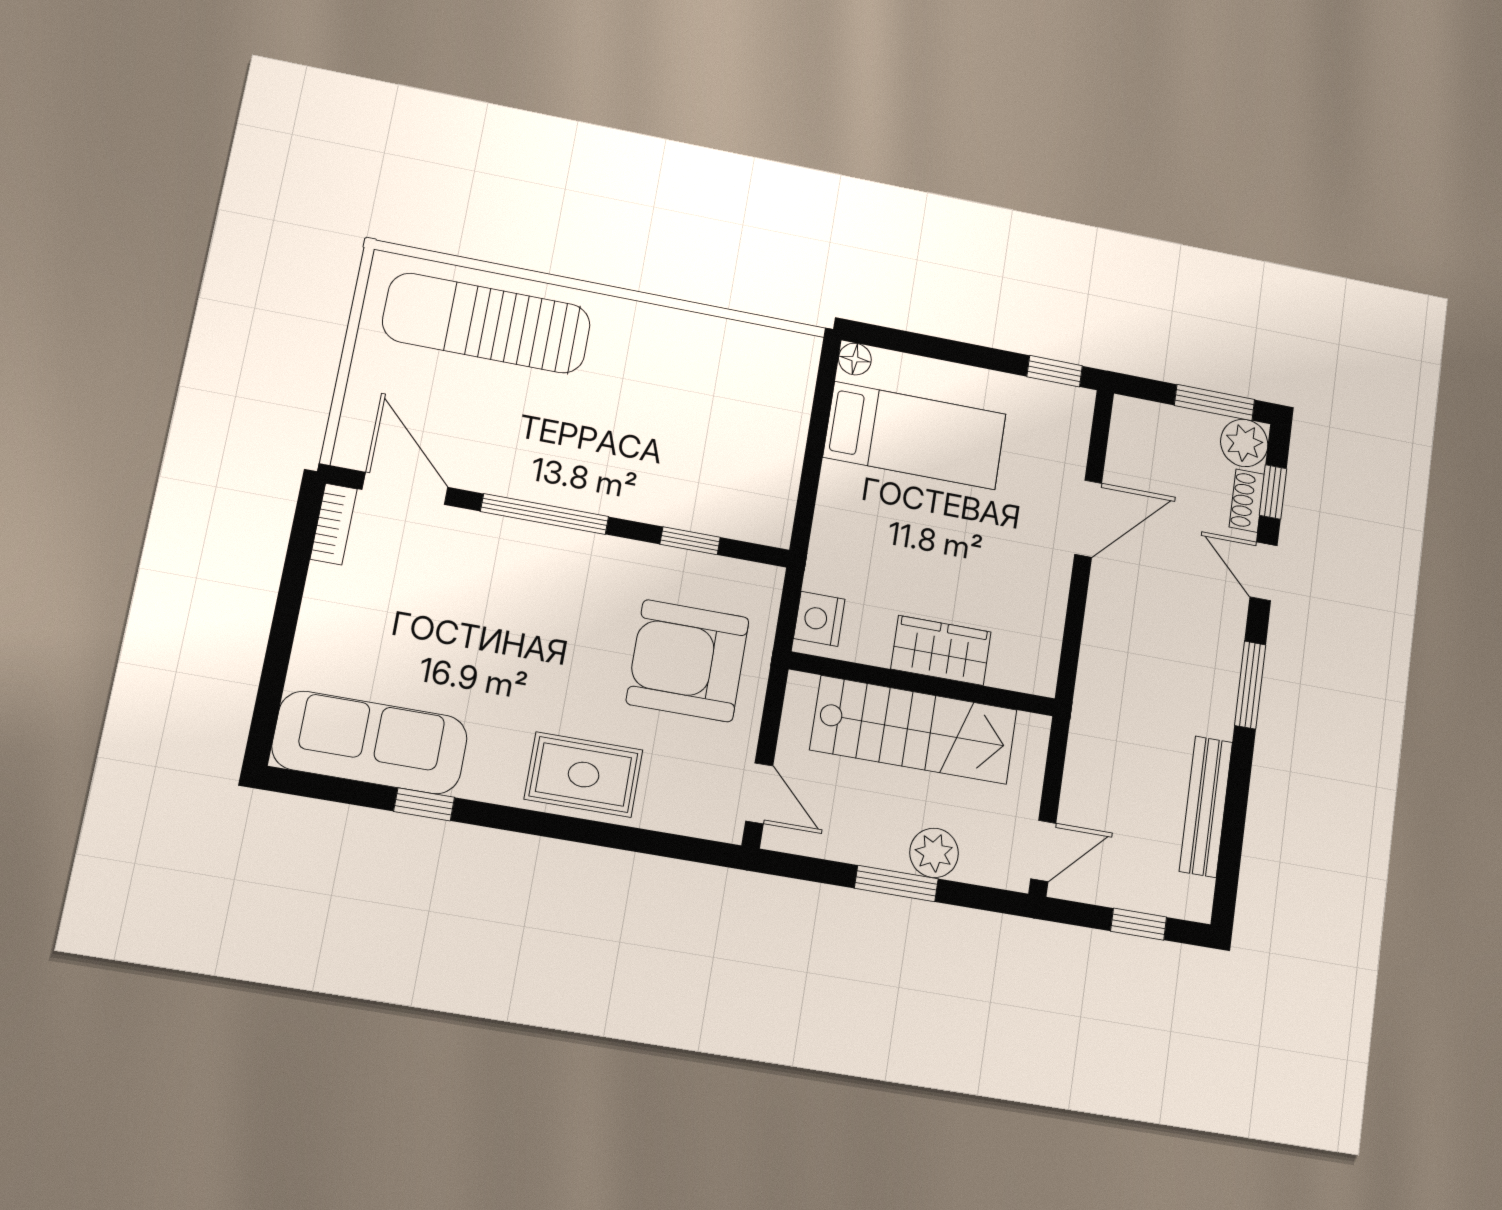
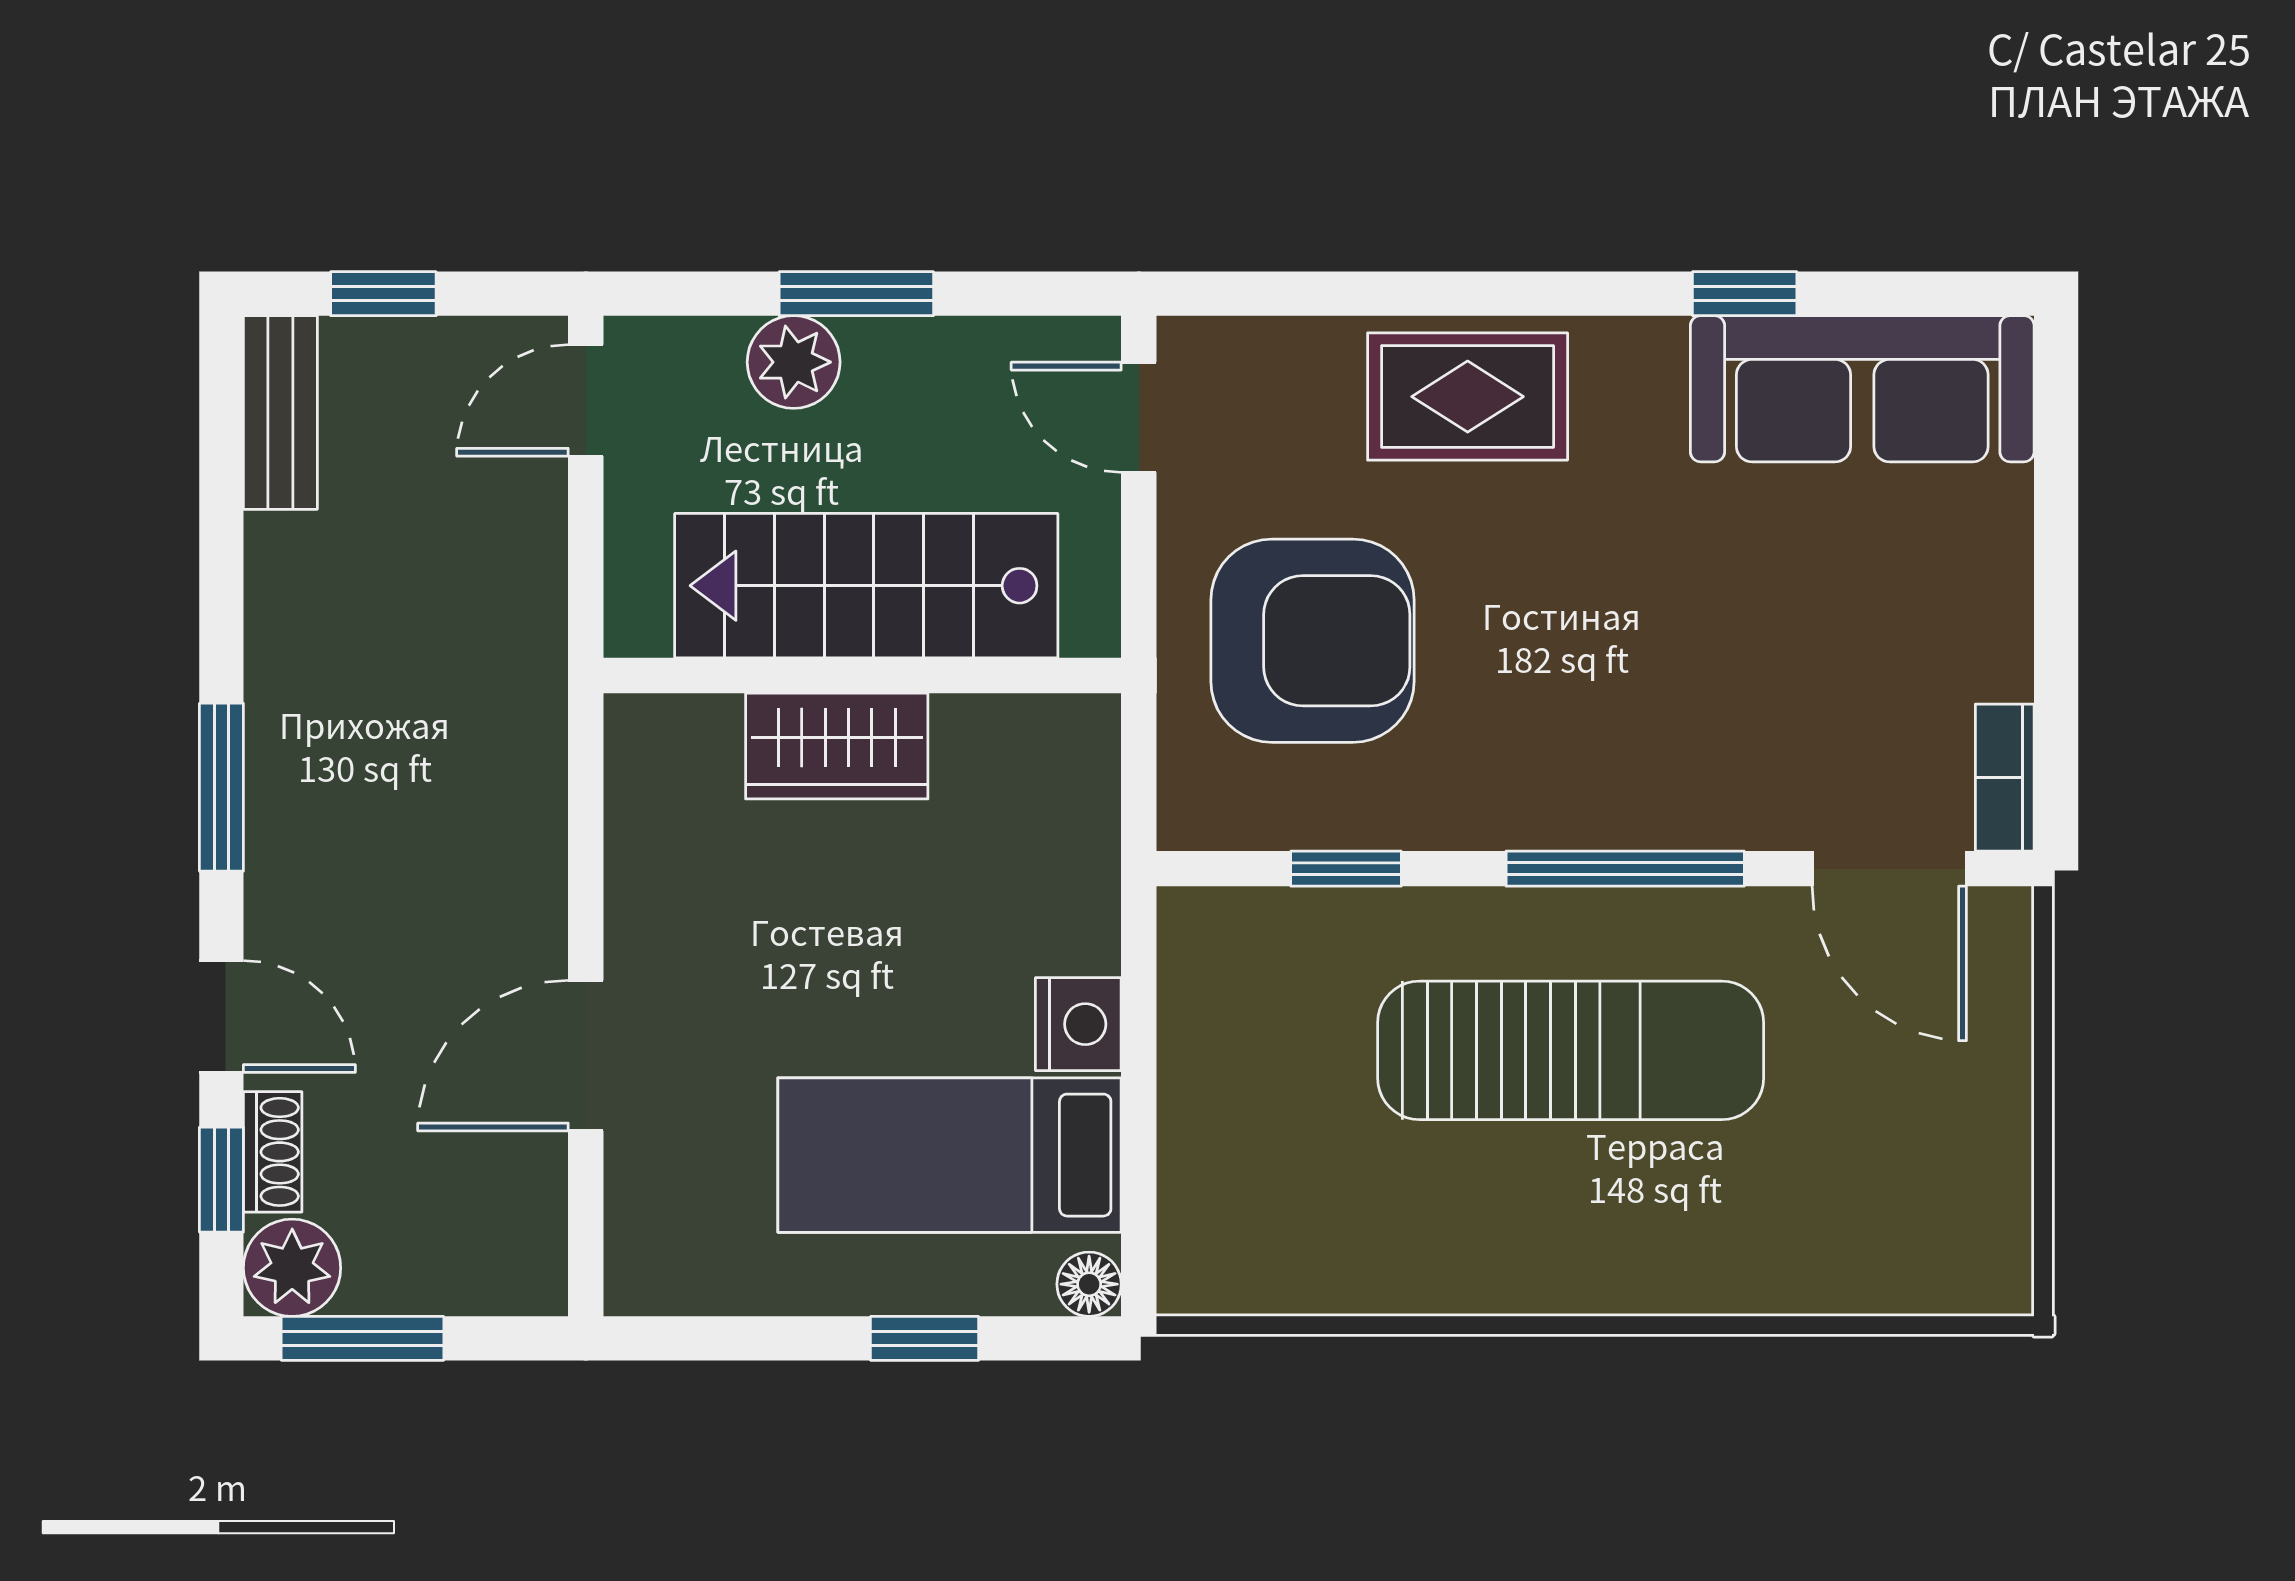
sun lounger: (487, 323) -> (1571, 1050), moved
window: (1055, 371) -> (925, 1338), moved
nightstand: (819, 619) -> (1078, 1024), moved
bench: (1206, 807) -> (280, 412), moved, width x0.73

